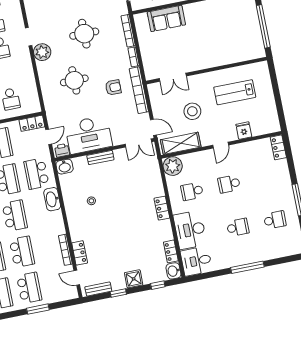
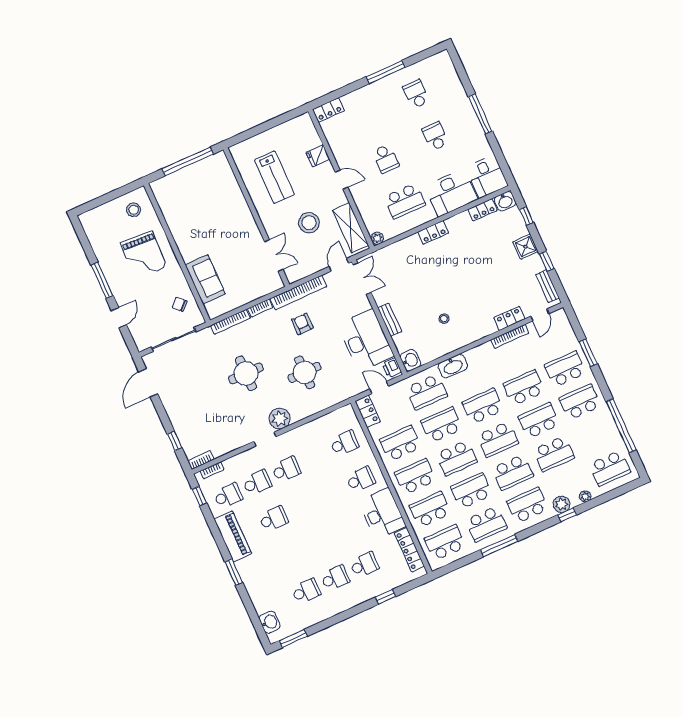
plant: (173, 166) -> (377, 238), width x0.53, depth x0.53
school desk: (192, 191) -> (405, 201), width x1.85

